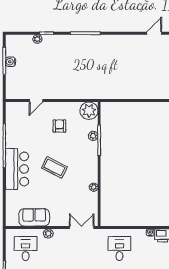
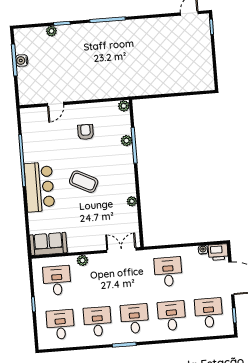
plant: (89, 111) -> (124, 106), width x0.53, depth x0.53
sofa: (34, 217) -> (48, 244), moved

